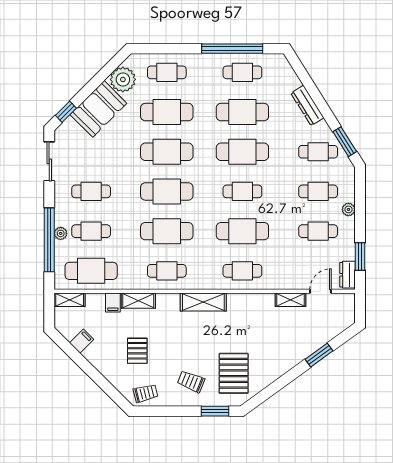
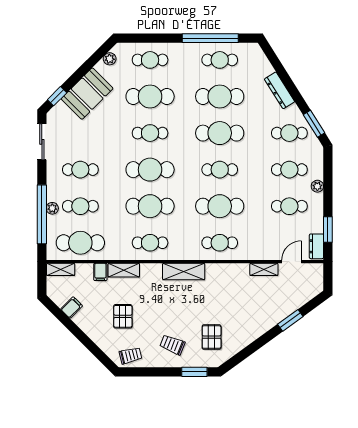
plant: (123, 79) -> (110, 59), width x0.53, depth x0.53
cafe table: (167, 152) -> (150, 133), width x0.73, depth x0.74
pallet: (234, 373) -> (212, 337), width x0.67, depth x0.71

